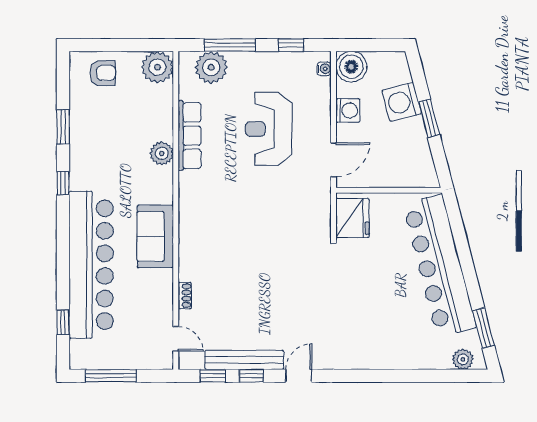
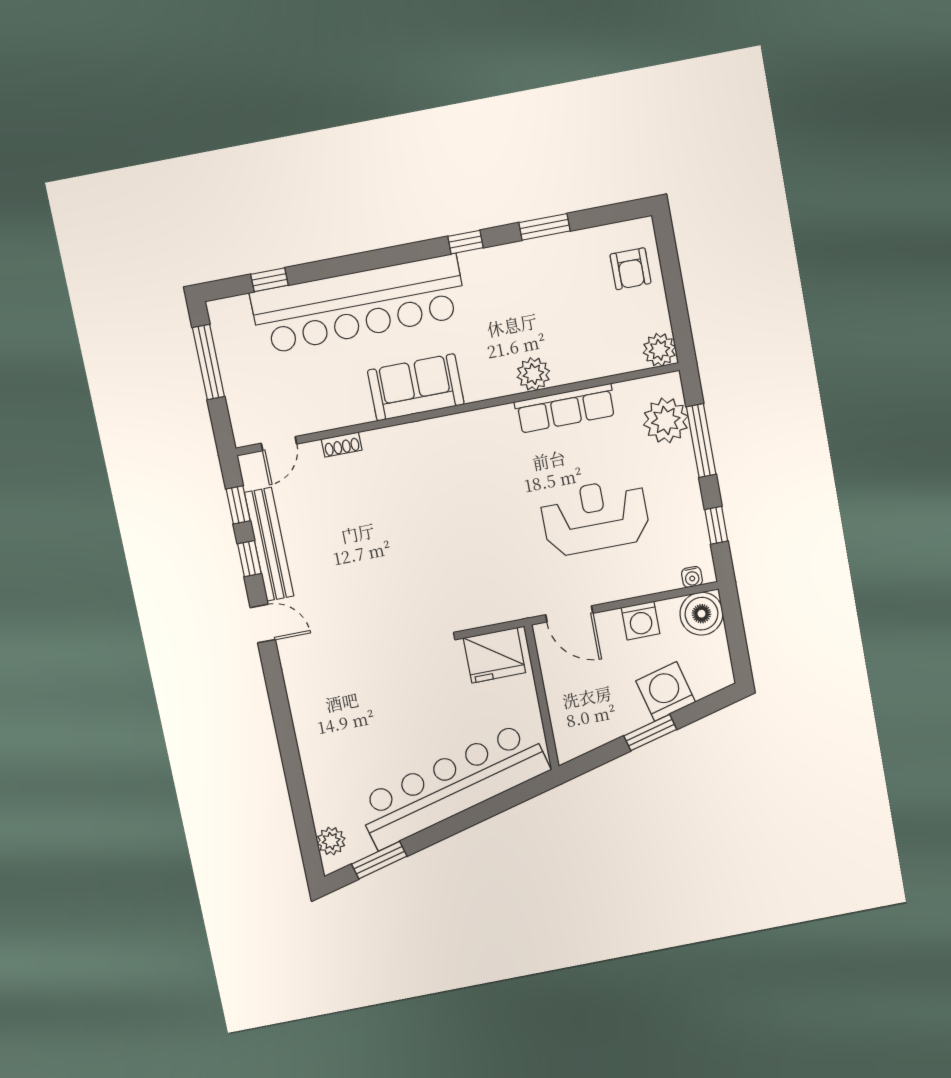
plant: (157, 67) -> (659, 350), width x0.73, depth x0.73

